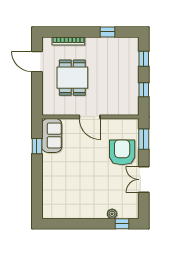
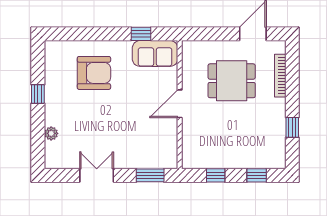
armchair: (122, 152) -> (94, 73), moved
window: (122, 224) -> (38, 94), moved

